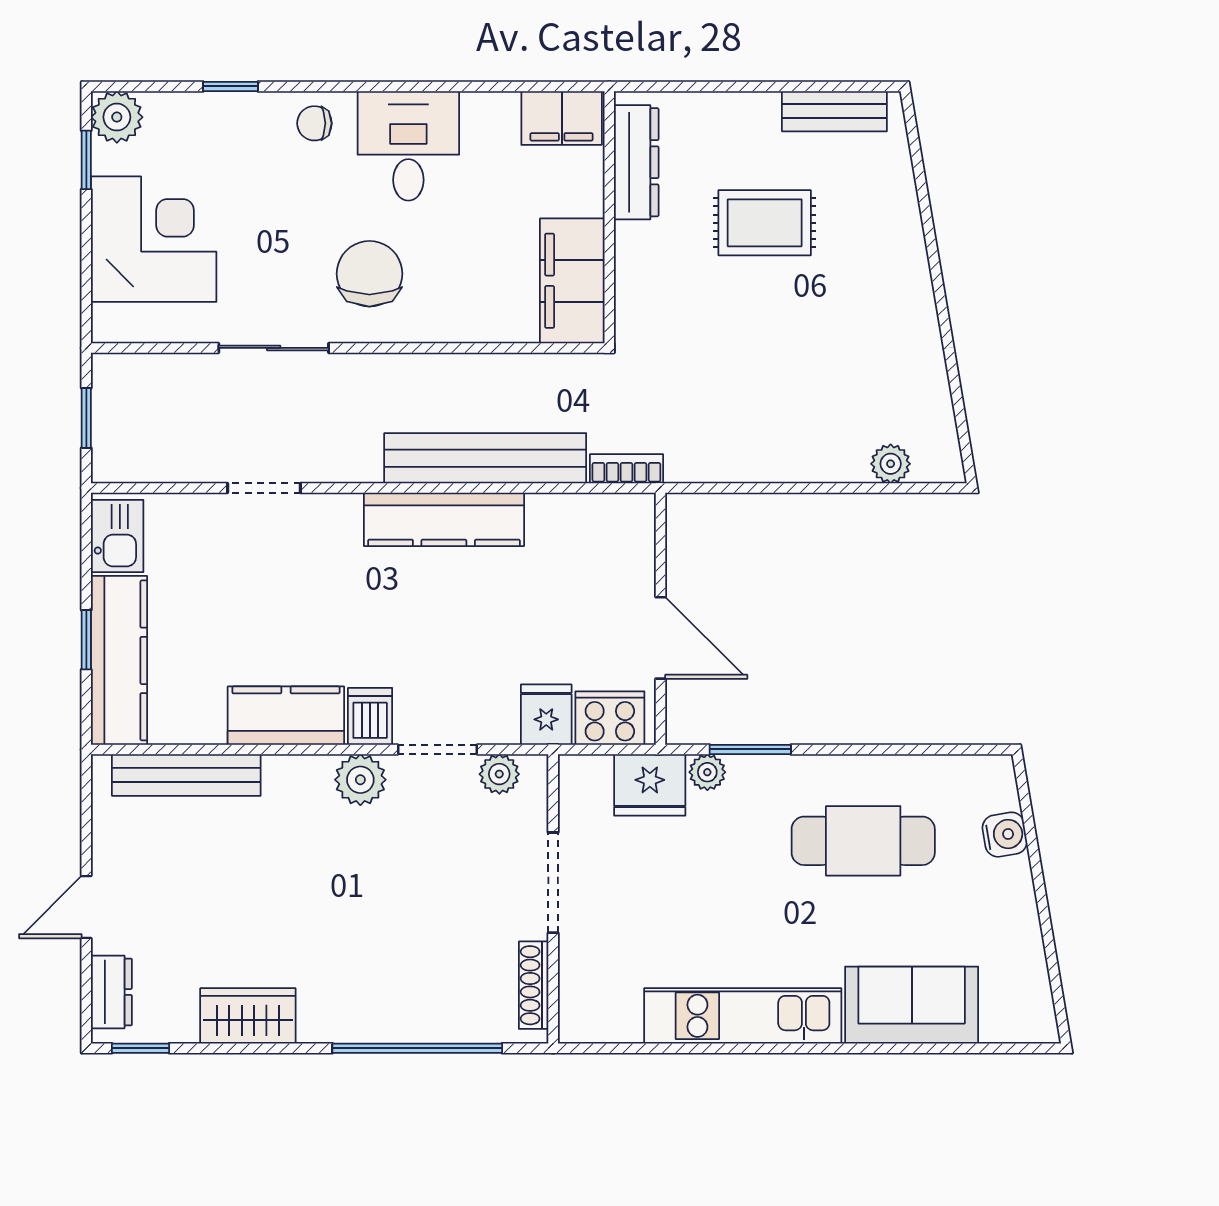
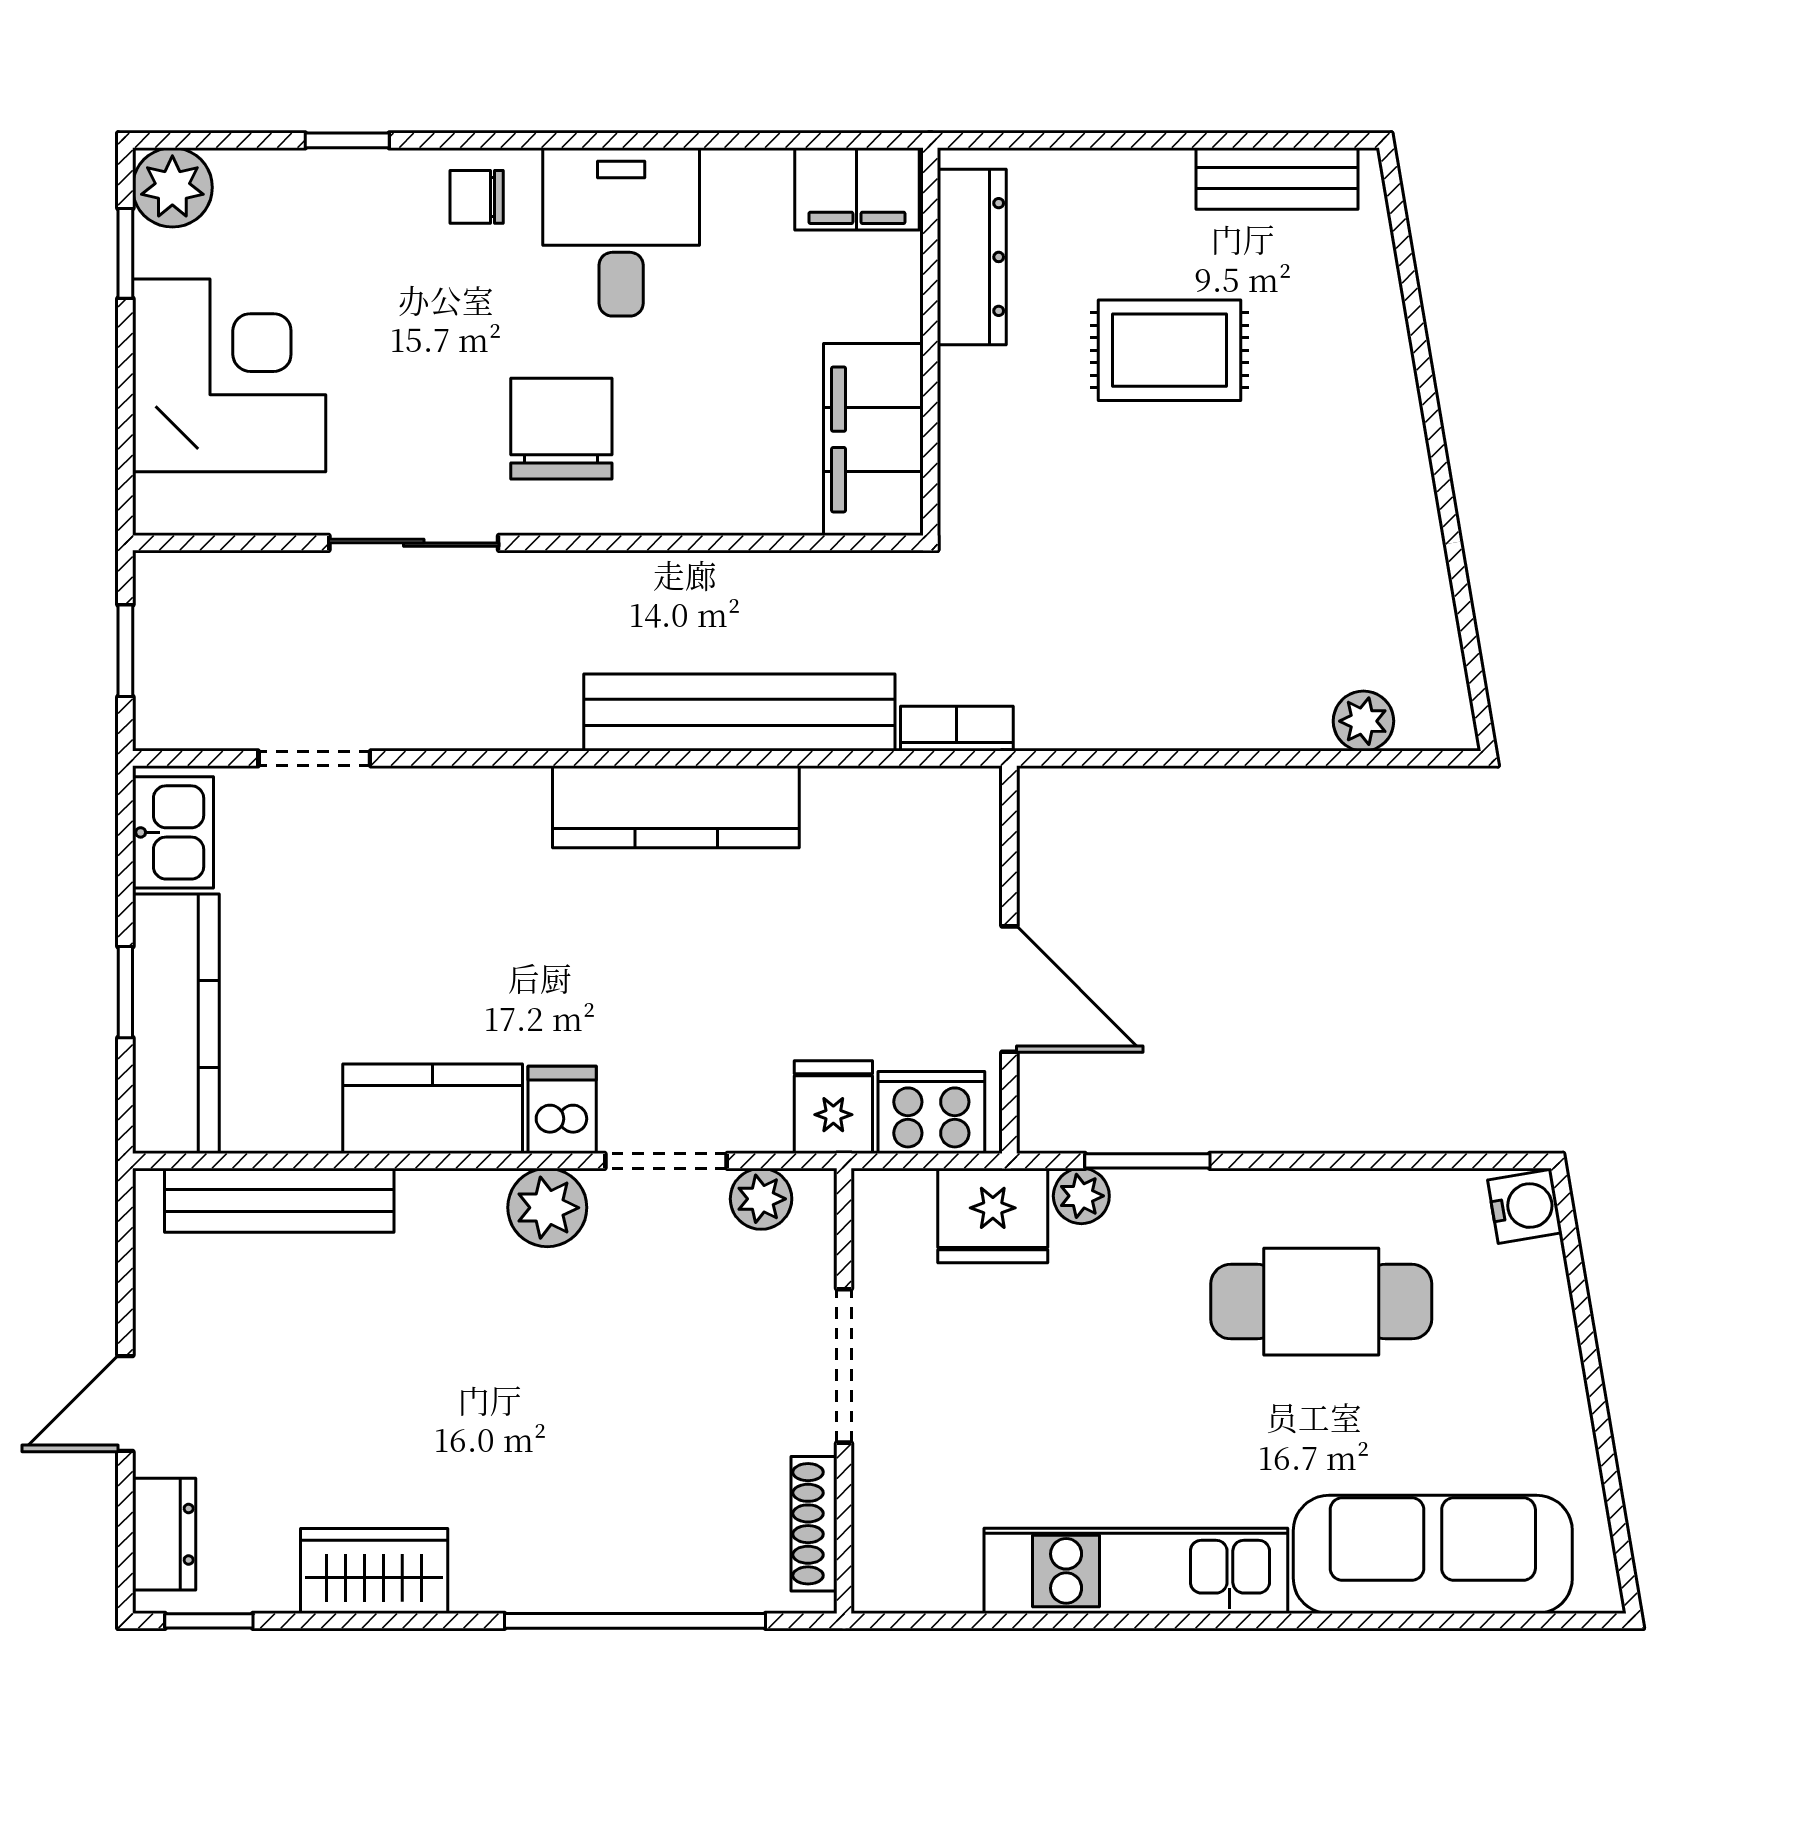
doorway: (264, 488) -> (314, 758), moved
water cooler: (1005, 835) -> (1525, 1206), moved
sofa: (912, 1005) -> (1433, 1554), width x1.36

